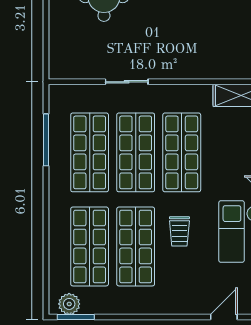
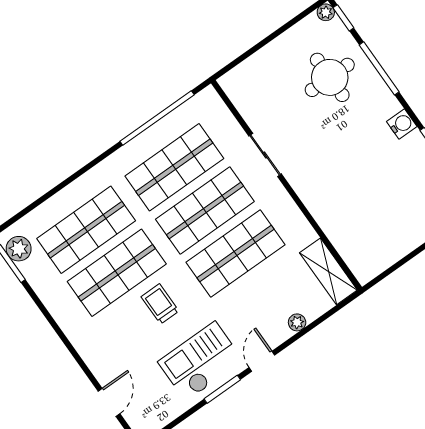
window: (46, 140) -> (157, 118), width x1.46
trolley: (179, 231) -> (160, 304), turned 90
door: (224, 317) -> (109, 402), hinge flipped

